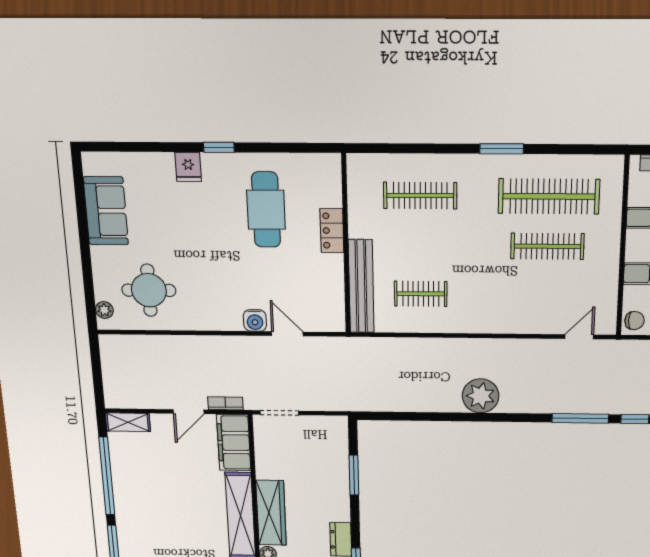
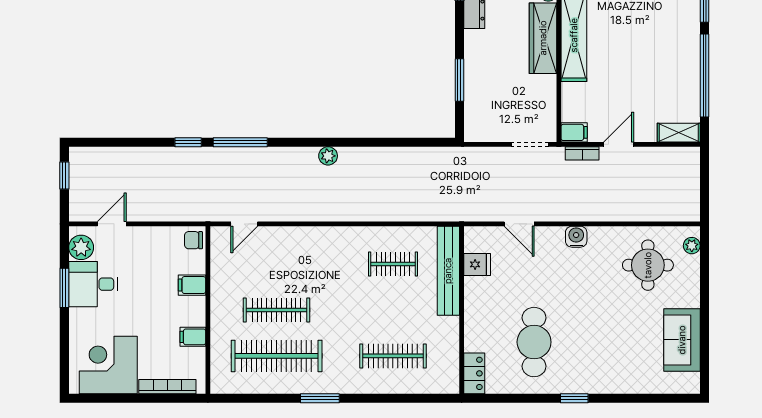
fridge: (188, 167) -> (477, 264), moved, turned 90
locker: (332, 231) -> (474, 373), moved
water cooler: (255, 320) -> (576, 237), moved
plant: (481, 396) -> (328, 156), width x0.53, depth x0.53
filing cabinet: (234, 443) -> (574, 132), width x0.33, depth x0.86

